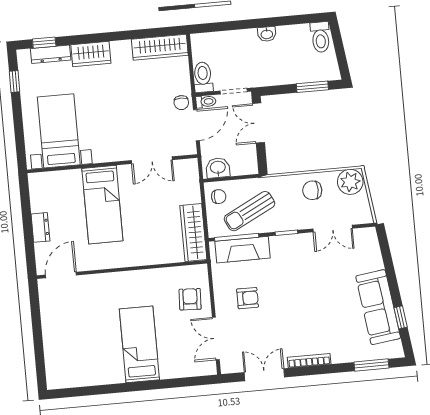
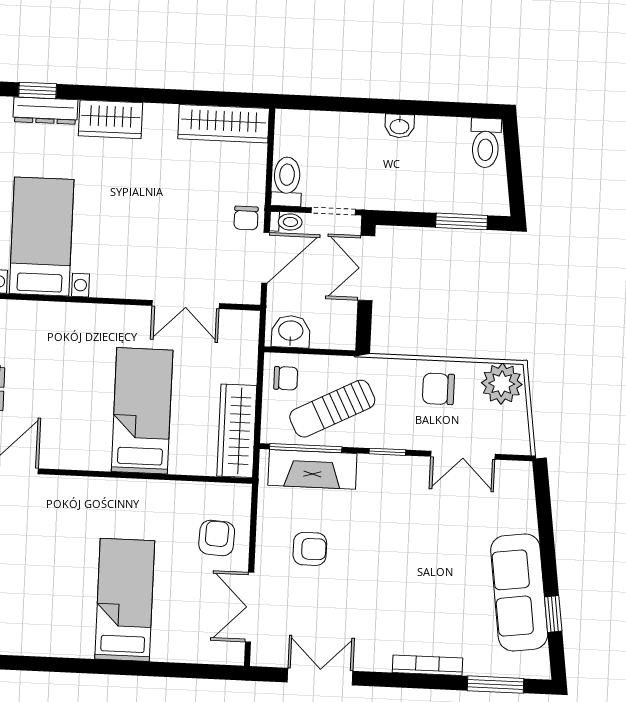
bed: (102, 205) -> (142, 411), moved, turned 180
bookcase: (309, 361) -> (427, 665), moved

